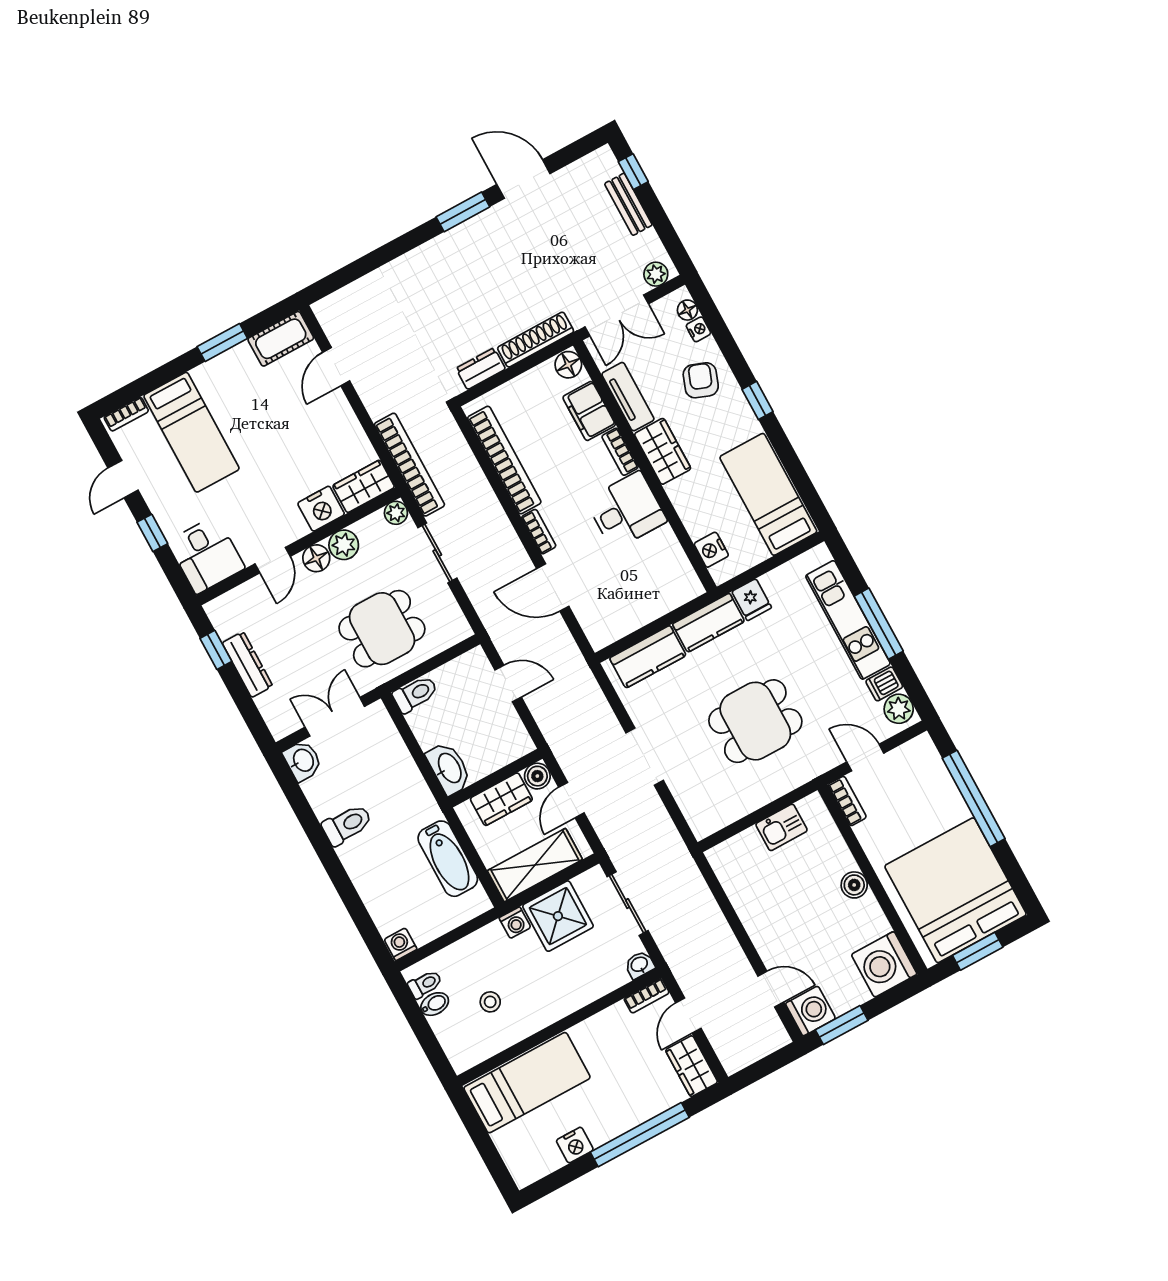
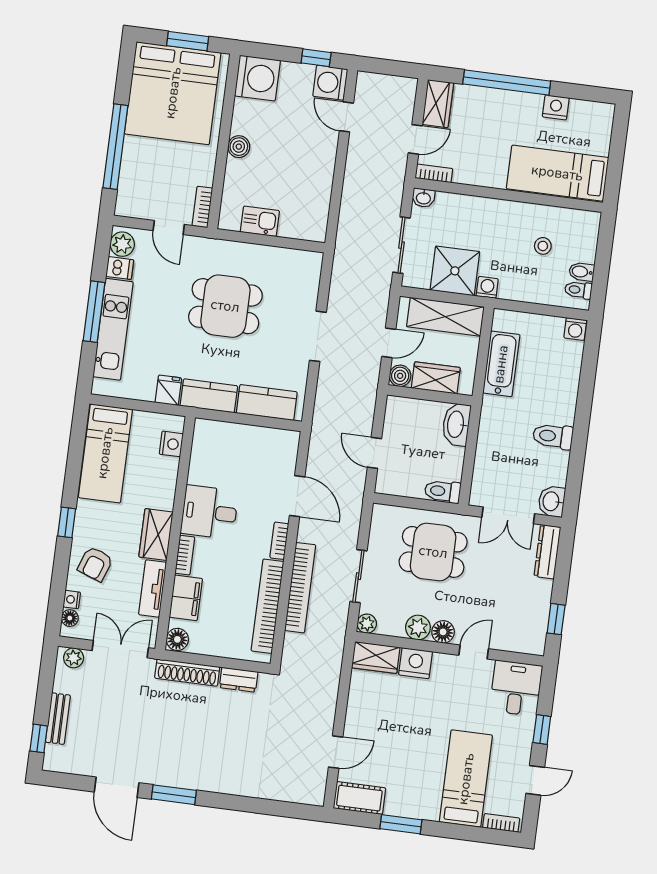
bookcase: (409, 465) -> (300, 588), moved, turned 180
dresser: (247, 664) -> (547, 552), moved
window: (842, 1025) -> (316, 58), width x0.67

